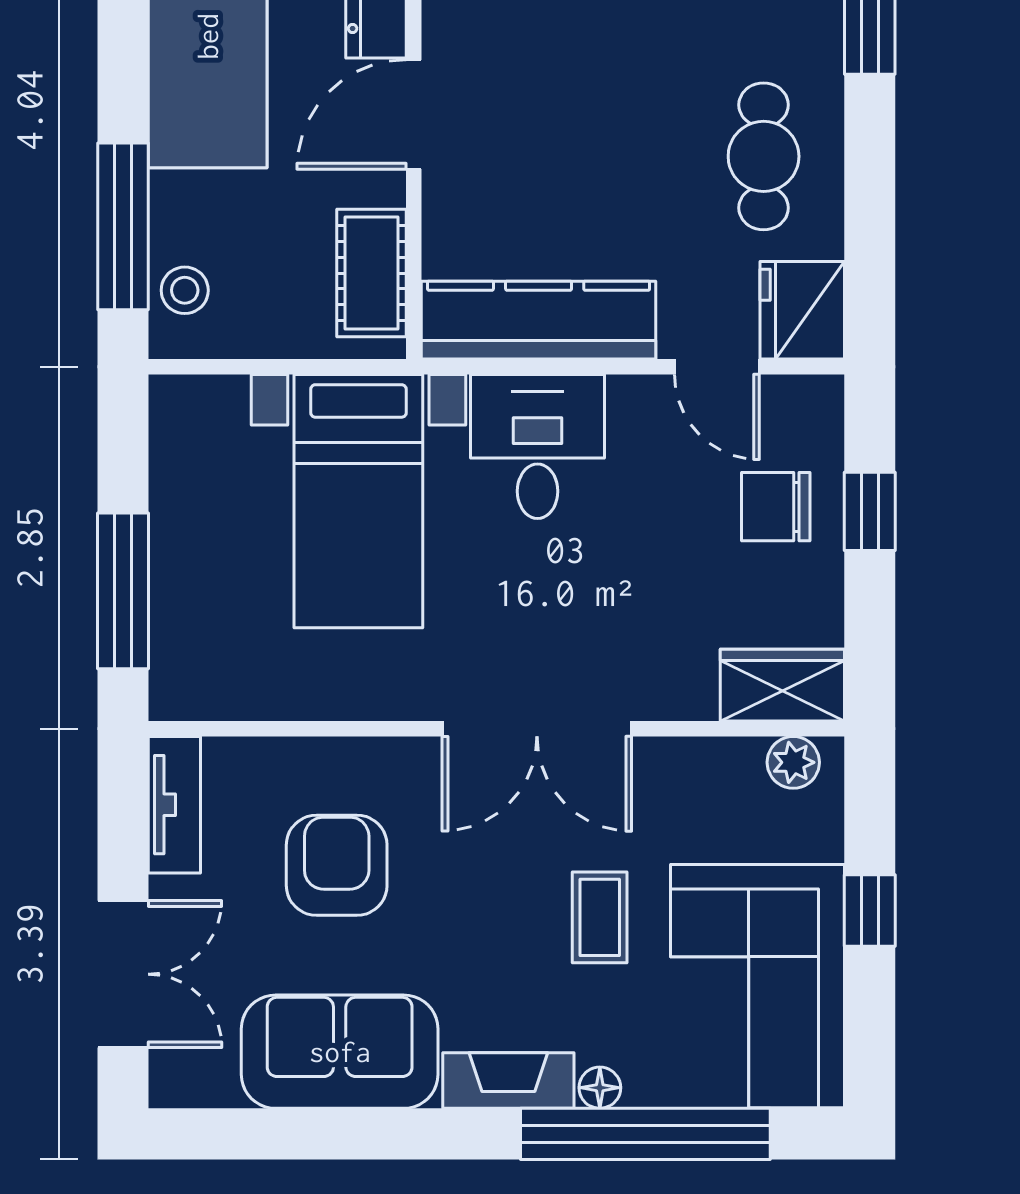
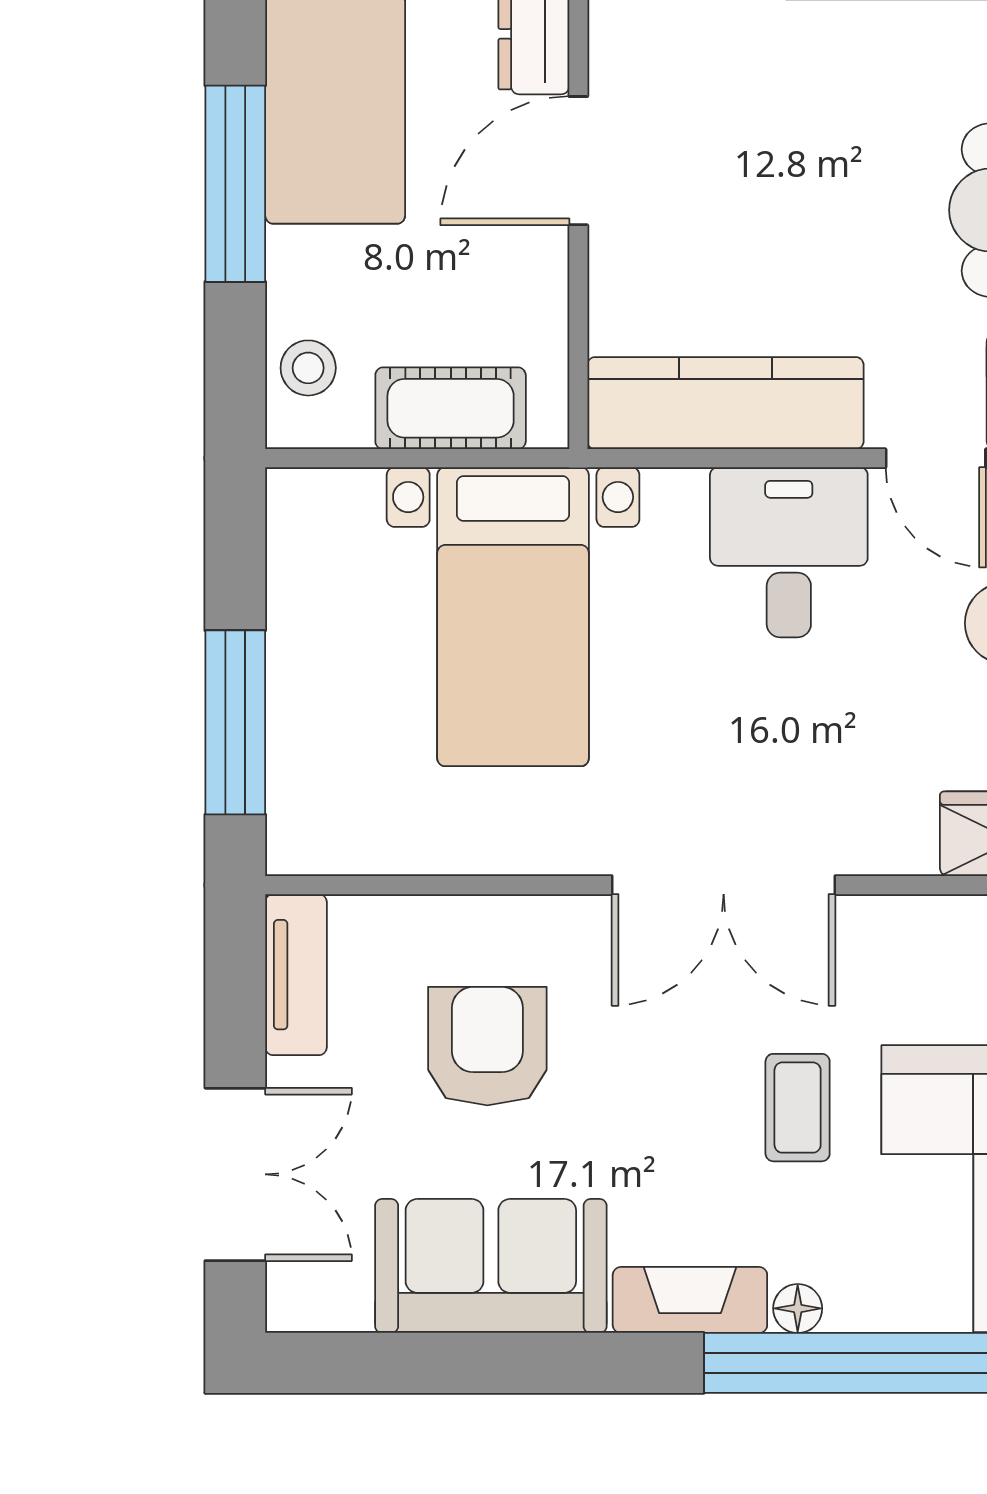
window: (123, 226) -> (235, 184), moved
cot: (371, 273) -> (451, 408), moved, turned 90
desk: (538, 446) -> (789, 552), moved

